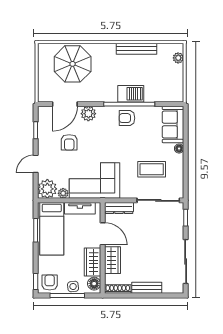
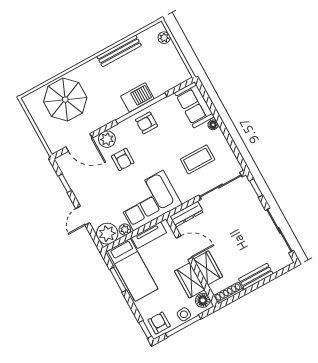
door: (65, 104) -> (79, 142), hinge flipped
armchair: (69, 142) -> (123, 159), moved

